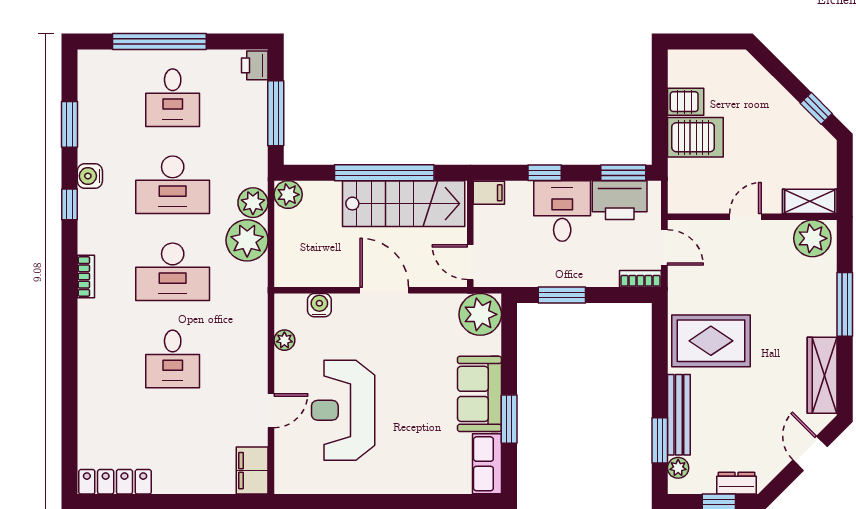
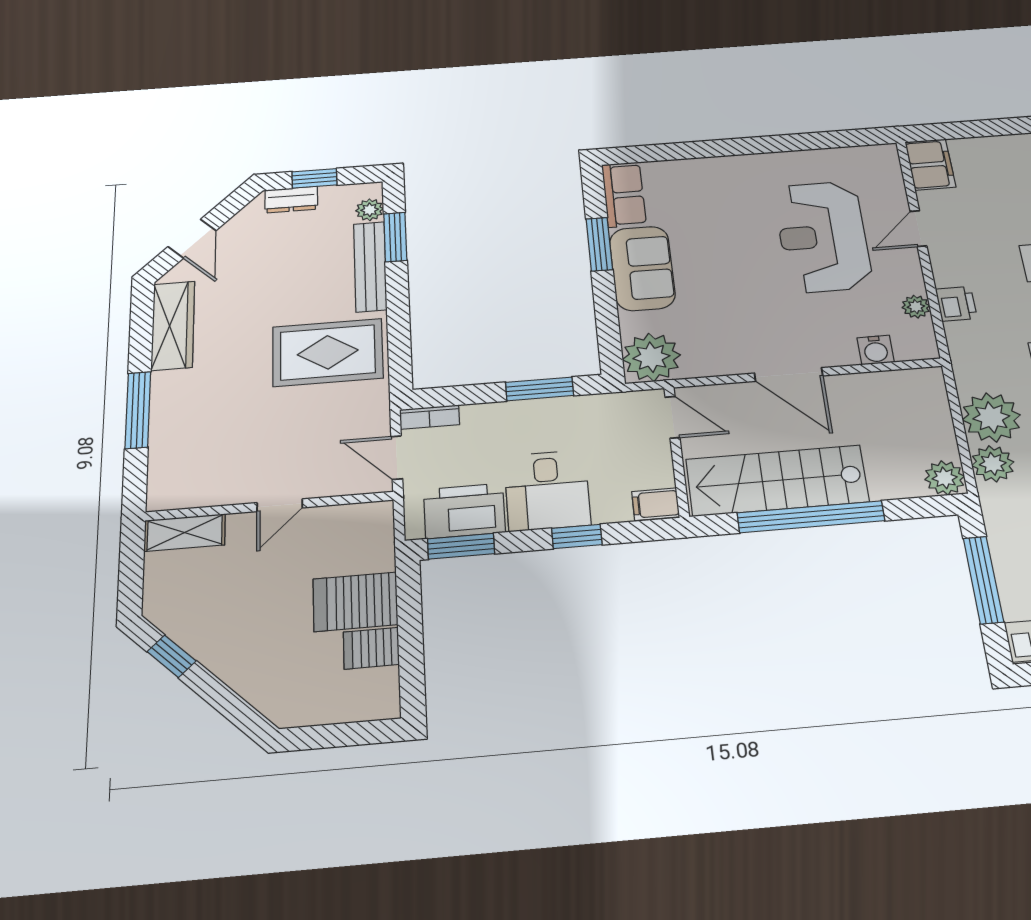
plant: (812, 238) -> (182, 486), removed
printer: (255, 340) -> (956, 304), added
reception desk: (343, 410) -> (823, 236), turned 180

